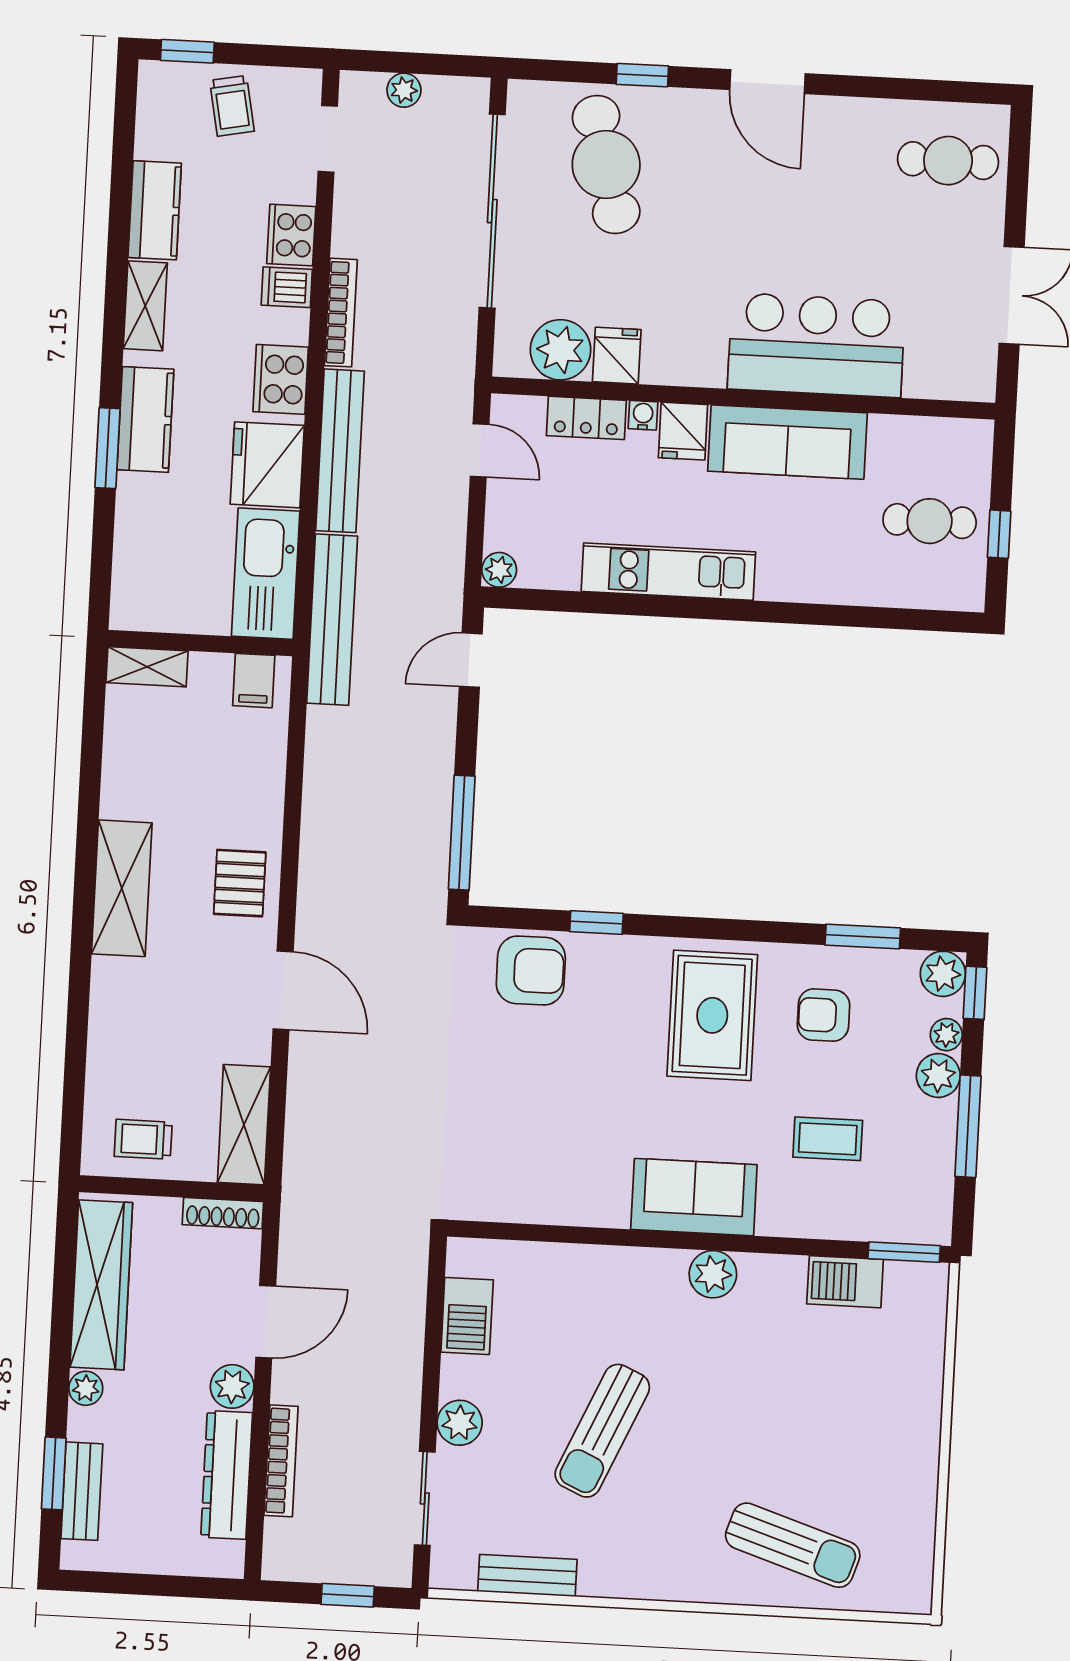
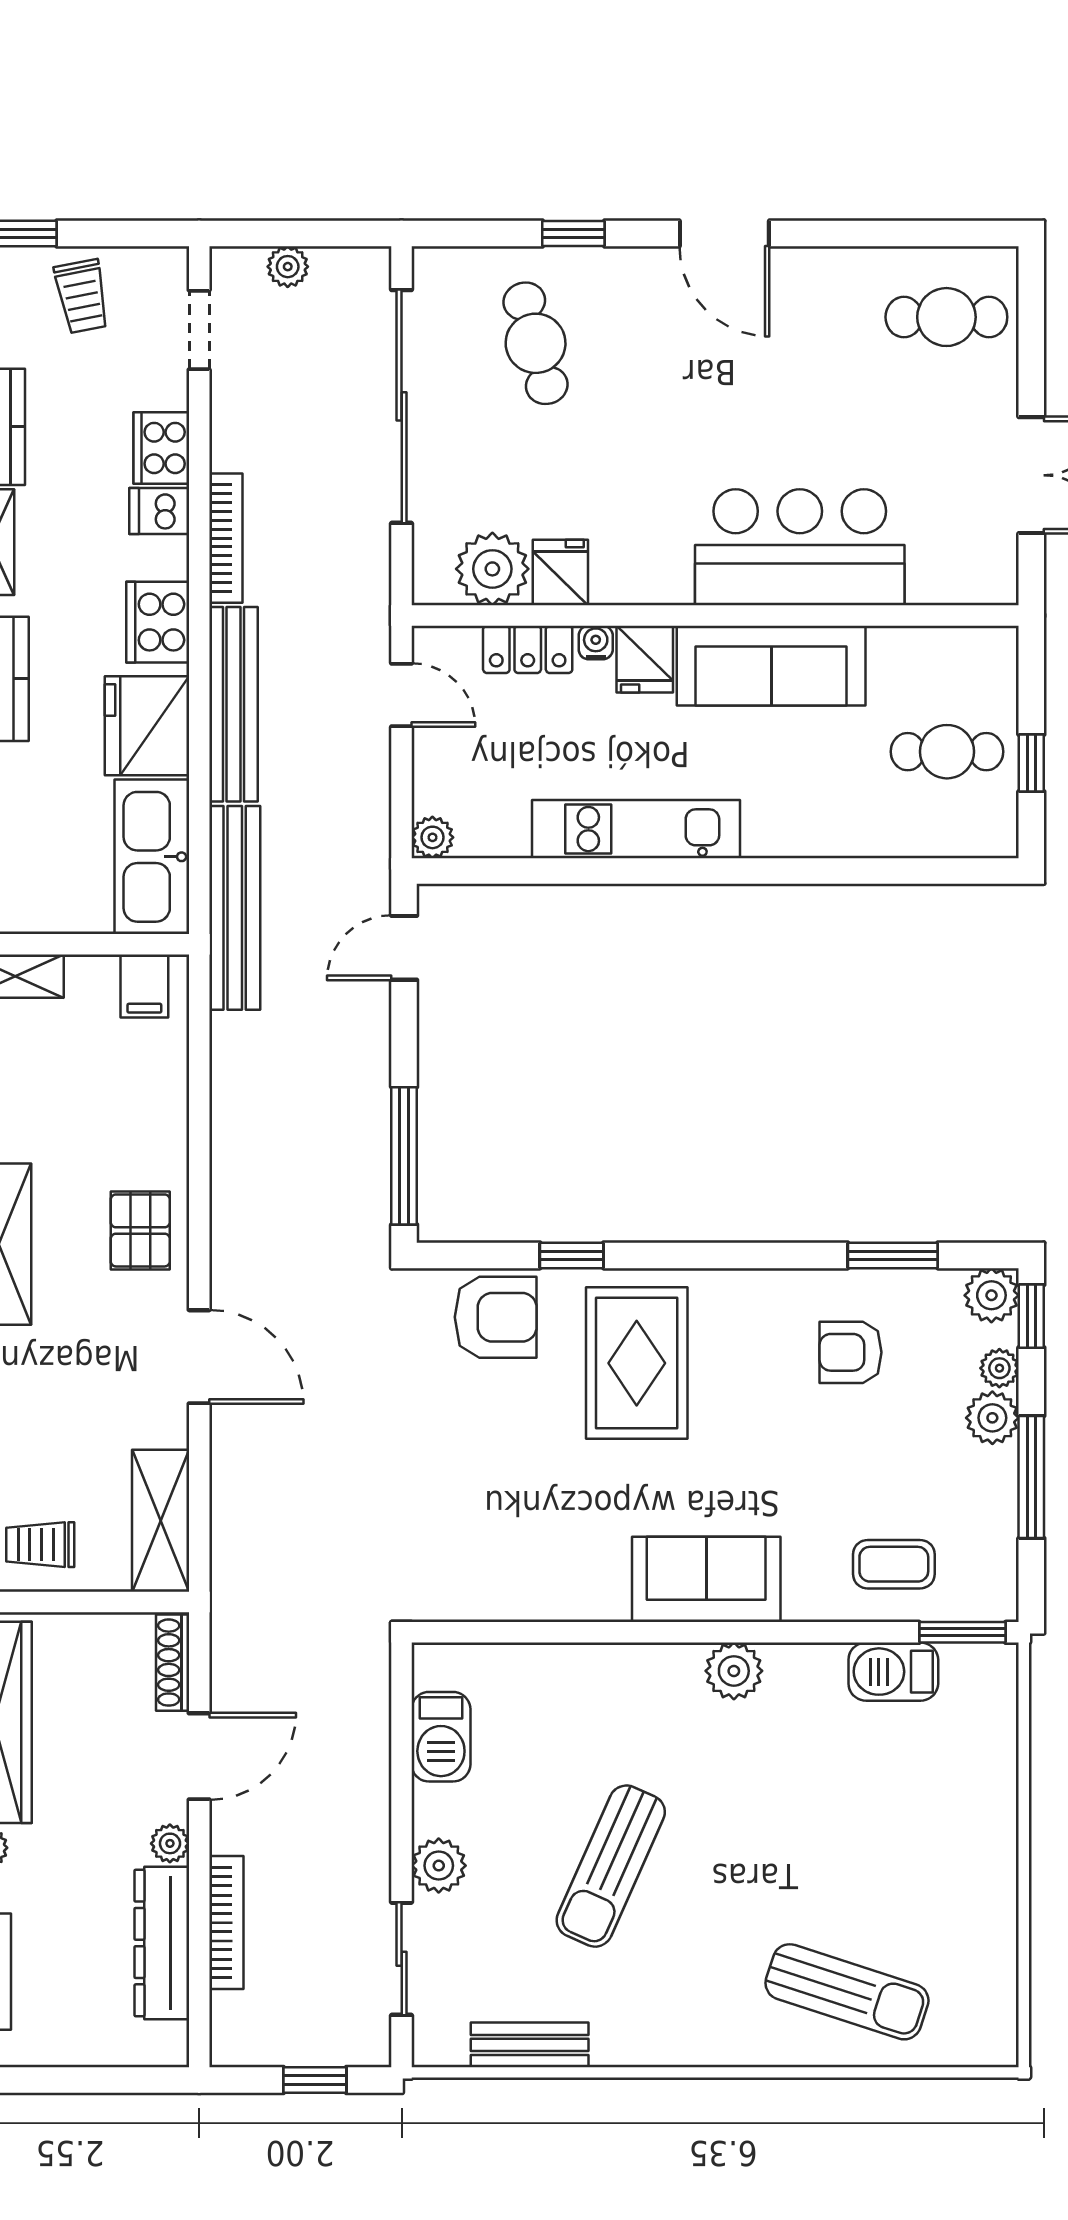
cafe table: (606, 165) -> (536, 343), width x0.73, depth x0.74
rug: (712, 1015) -> (637, 1363), moved
coffee table: (828, 1139) -> (894, 1564), moved
shoe rack: (223, 1213) -> (173, 1663), moved, turned 90
plant: (232, 1386) -> (170, 1843), width x0.73, depth x0.73

